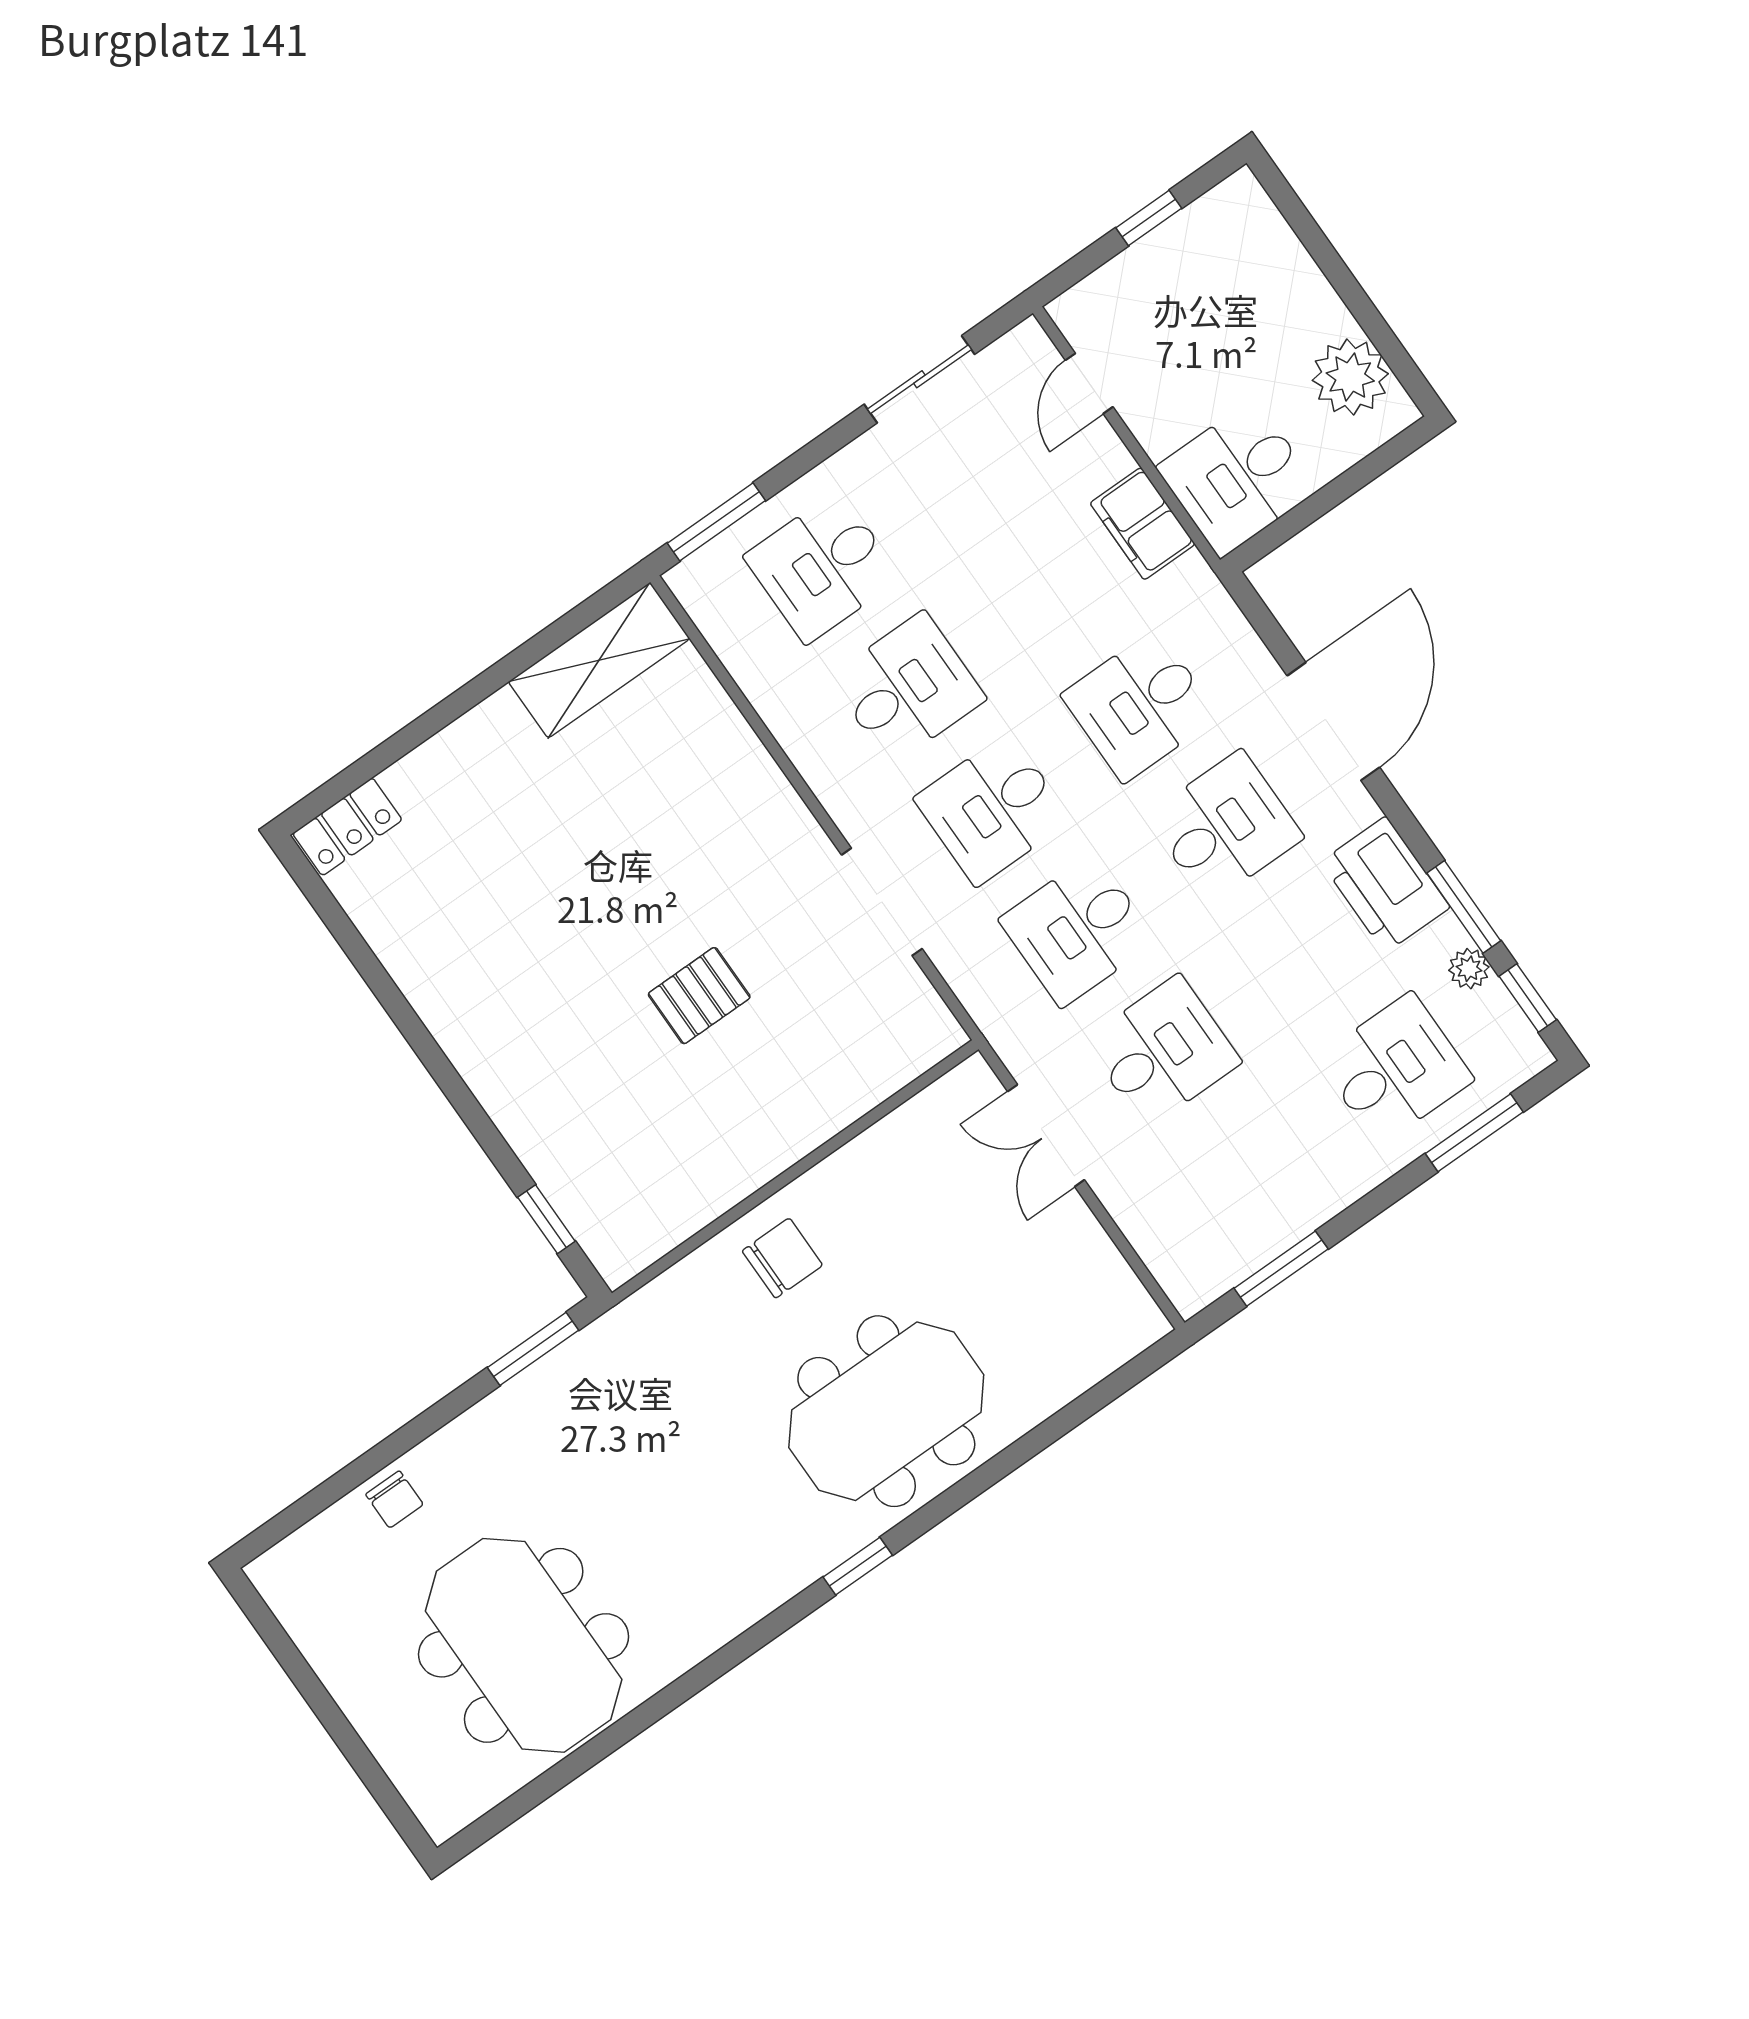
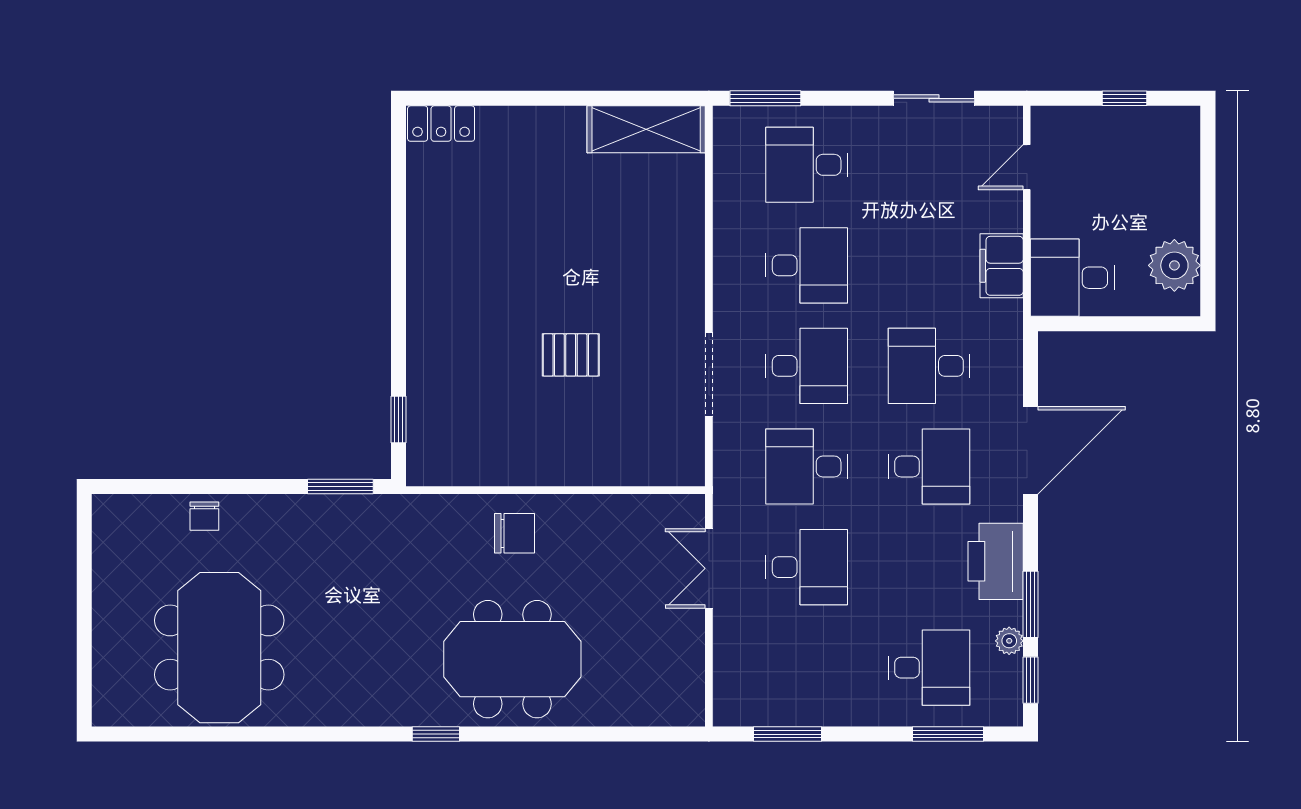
desk: (993, 809) -> (807, 366), turned 180

